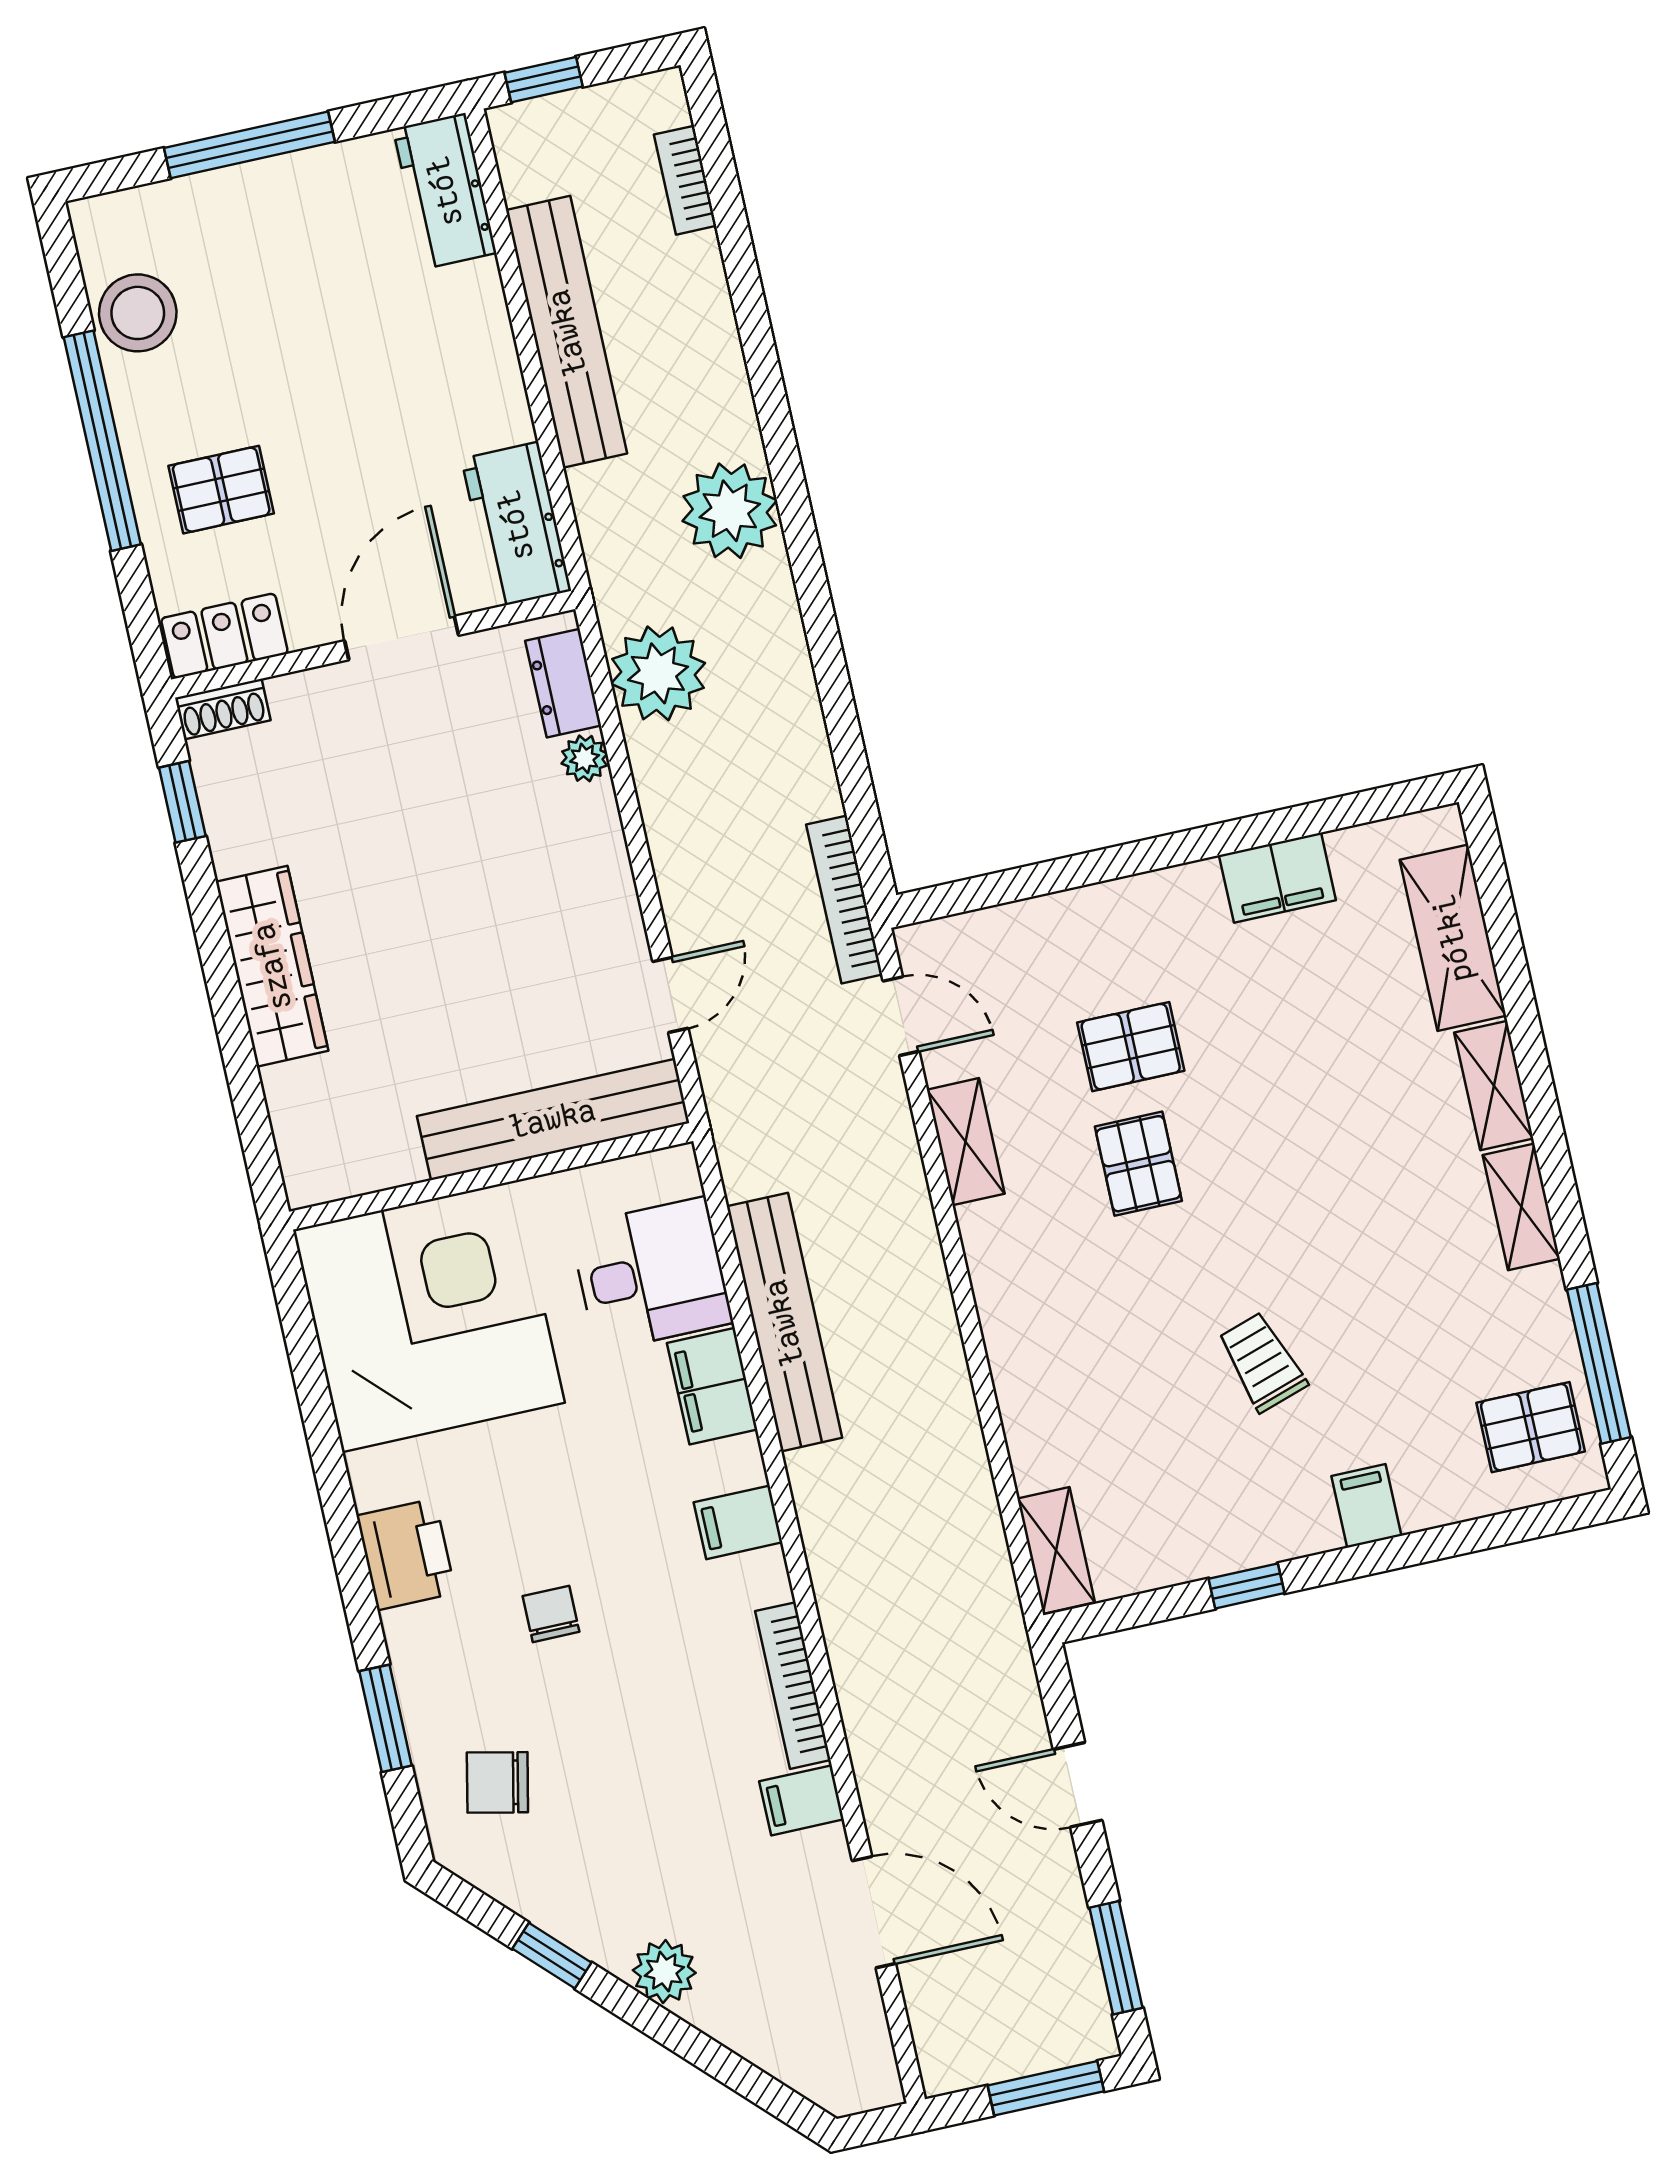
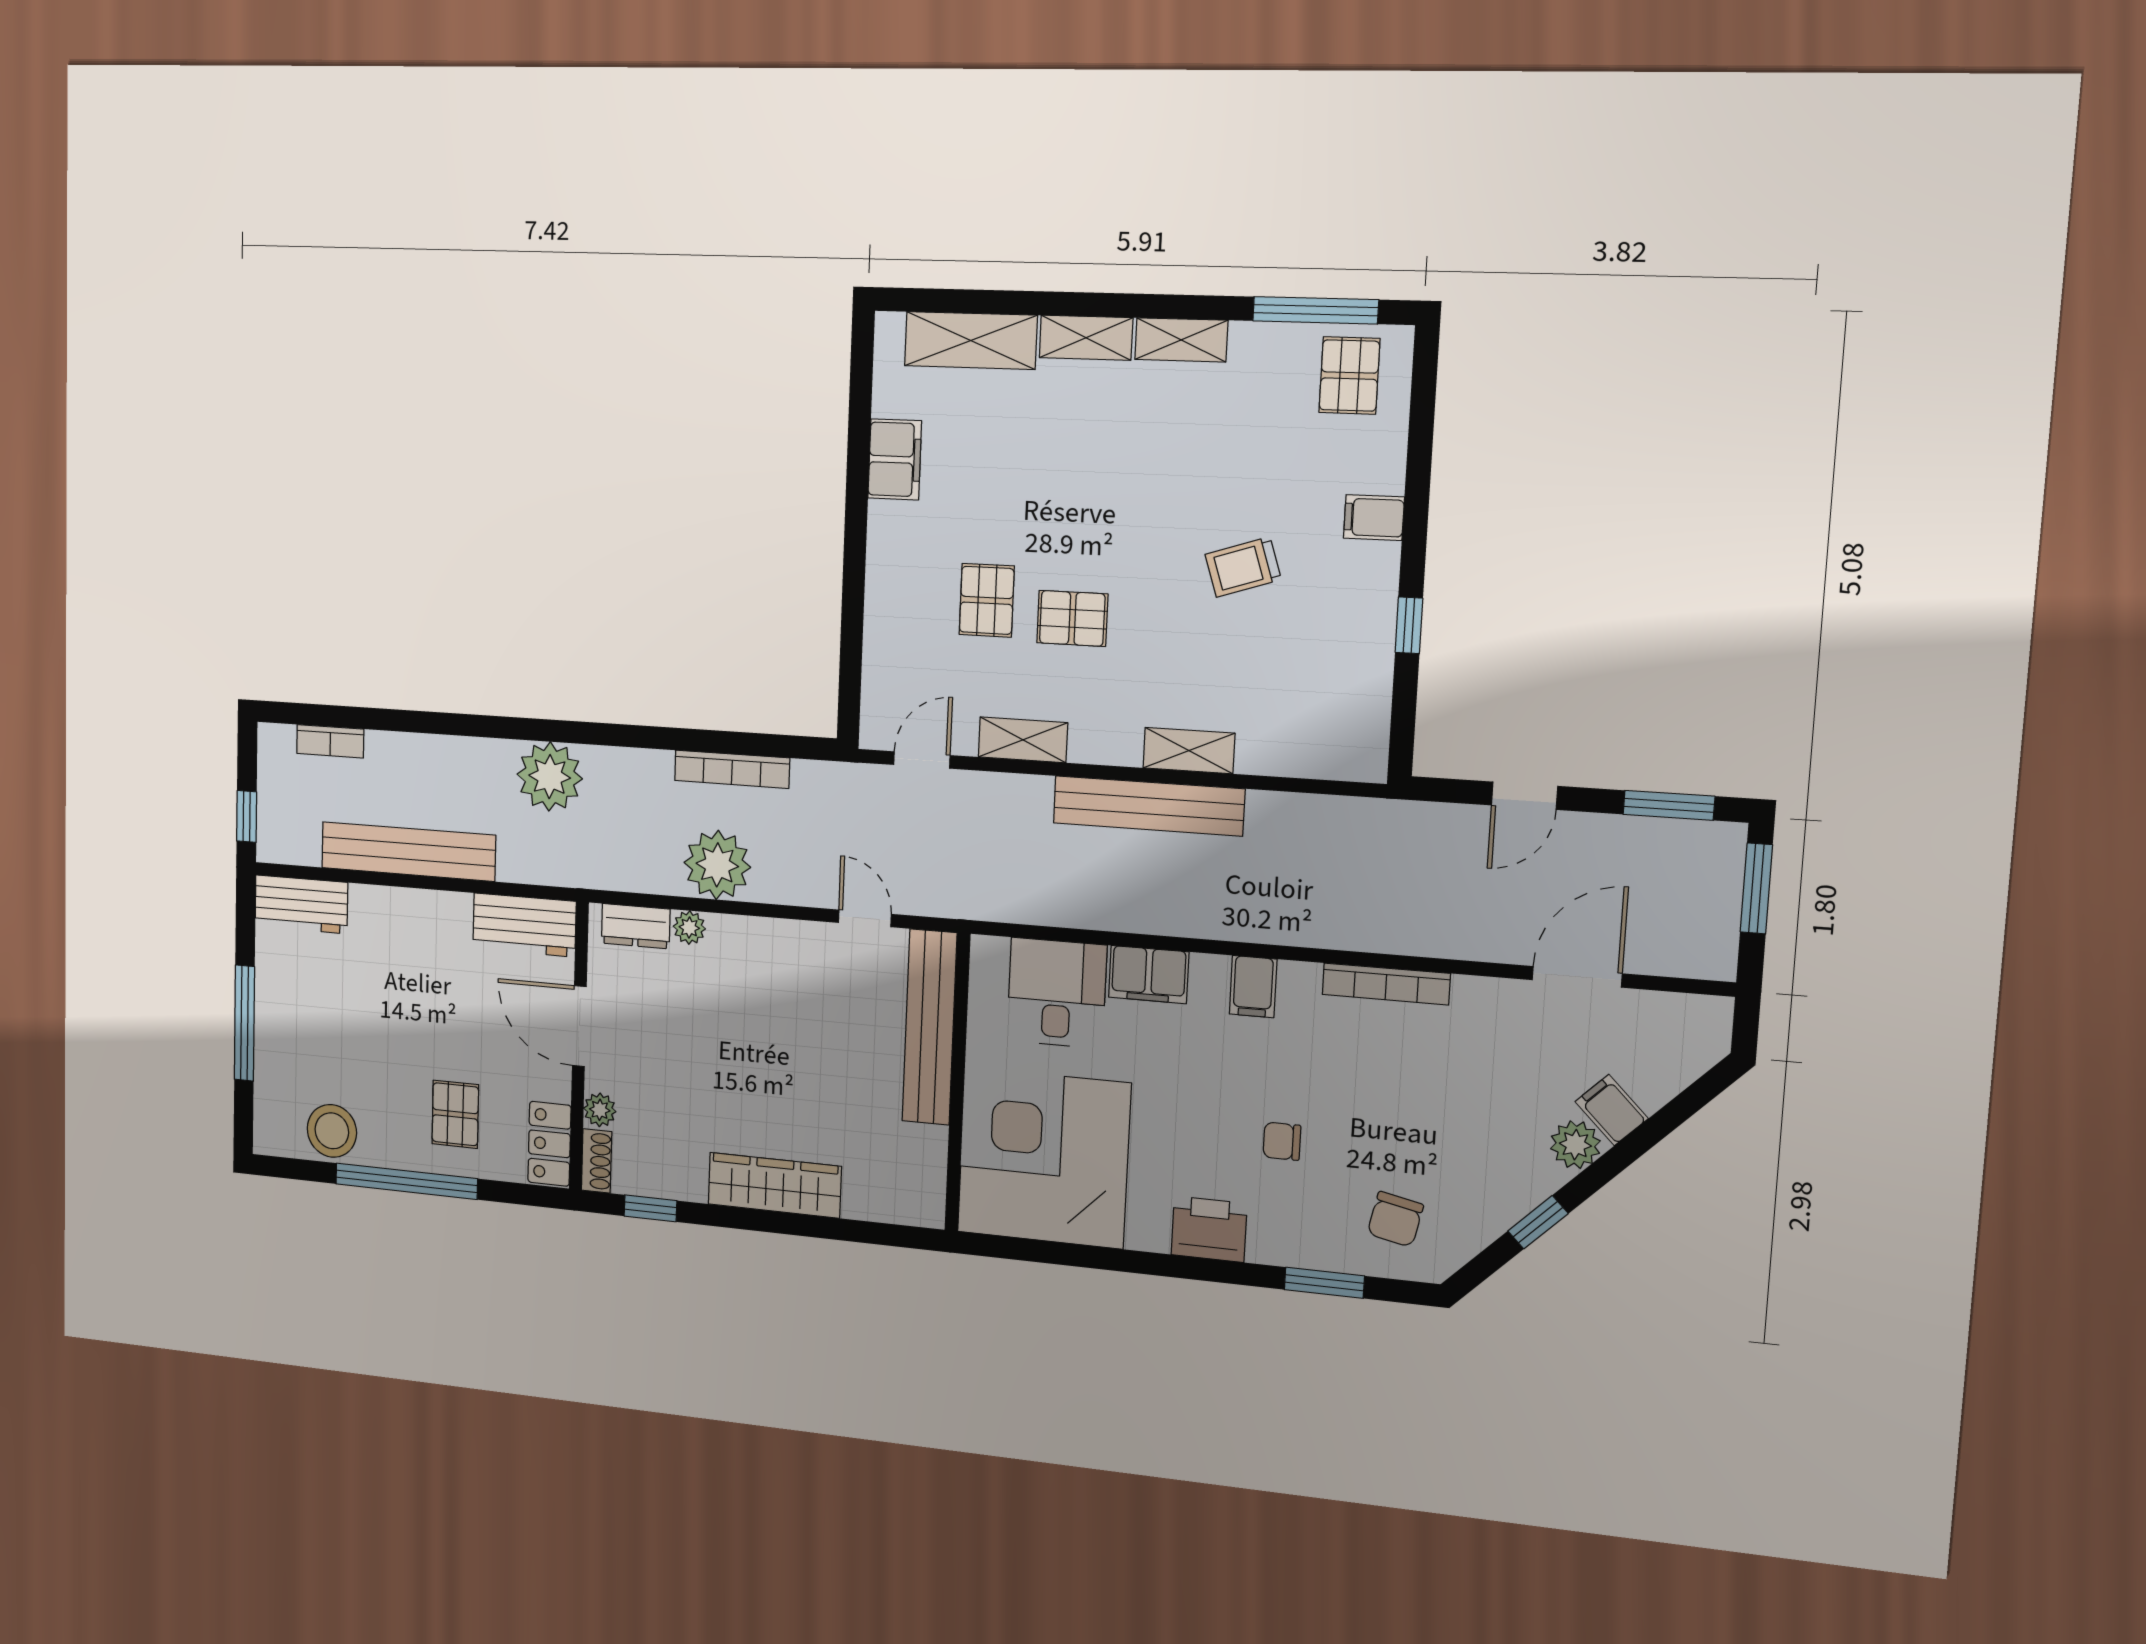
plant: (658, 673) -> (717, 865), moved
plant: (295, 696) -> (600, 1110), added
bookcase: (844, 899) -> (732, 769), moved
bench: (784, 1322) -> (1148, 806), moved
shelving: (1056, 1550) -> (1189, 751), moved
filing cabinet: (802, 1800) -> (1612, 1110), moved, turned 135

